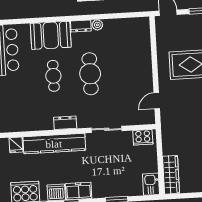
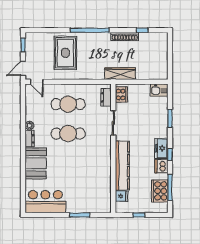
cafe table: (53, 76) -> (68, 104), moved, width x1.37, depth x1.35
door: (157, 101) -> (37, 82), moved
dresser: (65, 123) -> (106, 97), moved
wardrobe: (171, 175) -> (120, 74), moved

